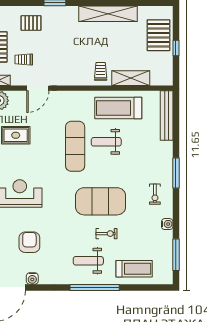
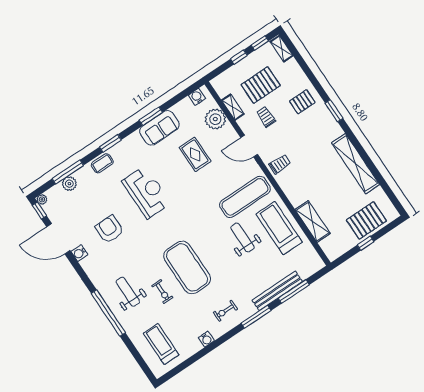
pallet: (31, 23) -> (302, 102), turned 90
trolley: (101, 71) -> (280, 164), moved
bench: (167, 116) -> (277, 291), moved
exercise mat: (75, 146) -> (245, 197), moved
armchair: (29, 242) -> (109, 229), turned -90
window: (176, 255) -> (294, 291), moved
treadmill: (134, 269) -> (161, 344), moved, turned 180

